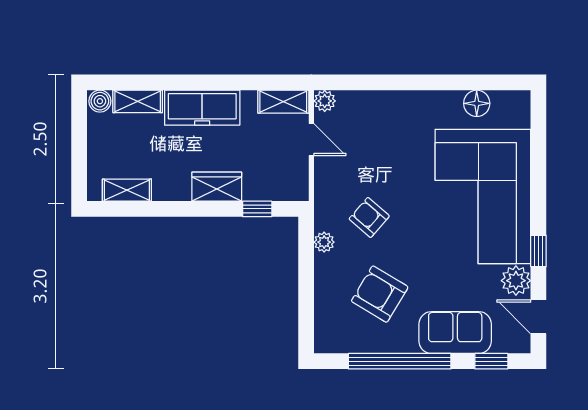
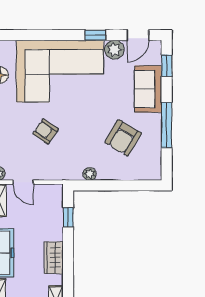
door: (311, 140) -> (23, 182), swing flipped
wardrobe: (217, 187) -> (54, 258), moved
armchair: (369, 217) -> (46, 131), moved, turned 84
window: (400, 361) -> (167, 125), width x0.68

